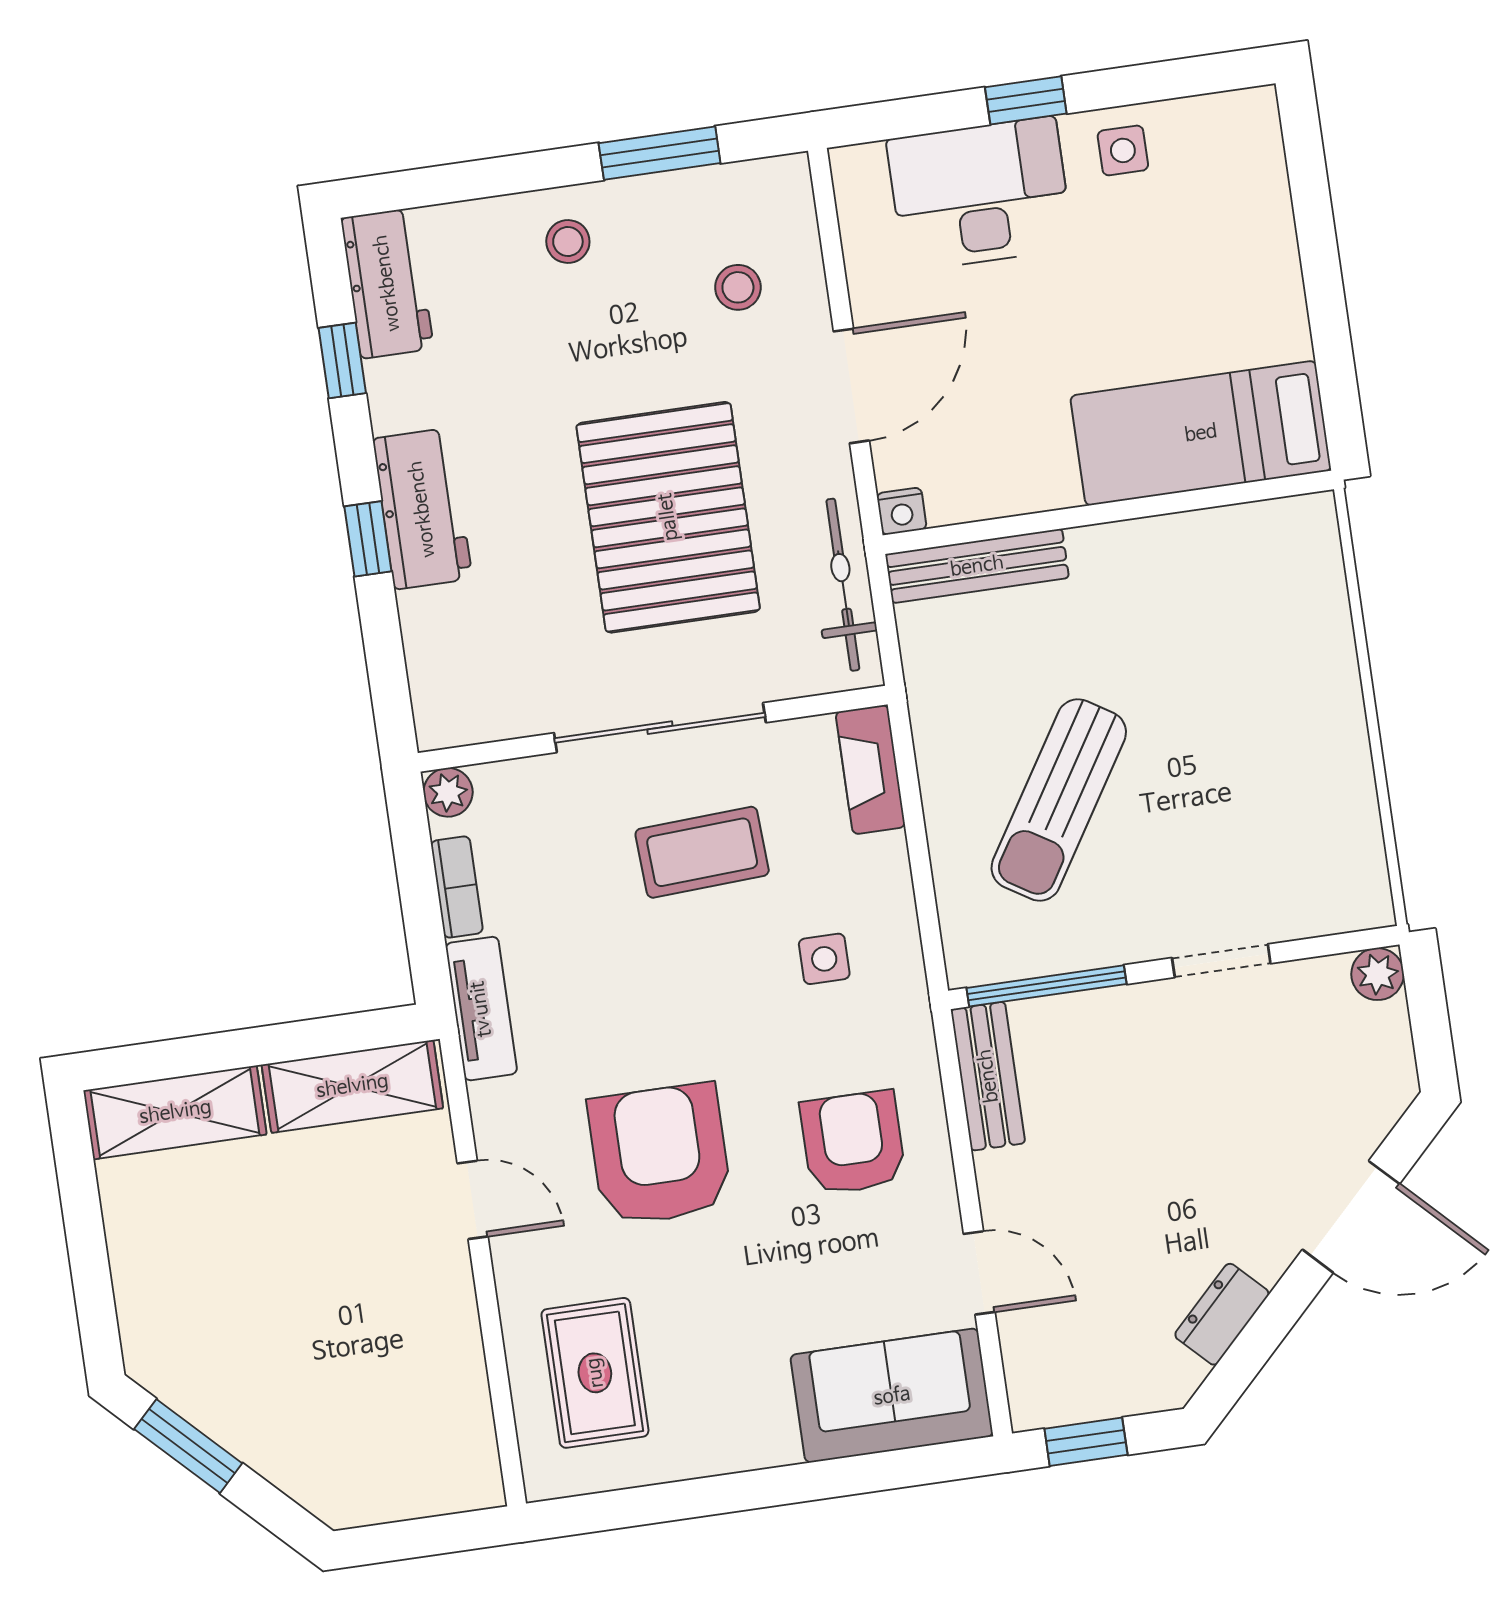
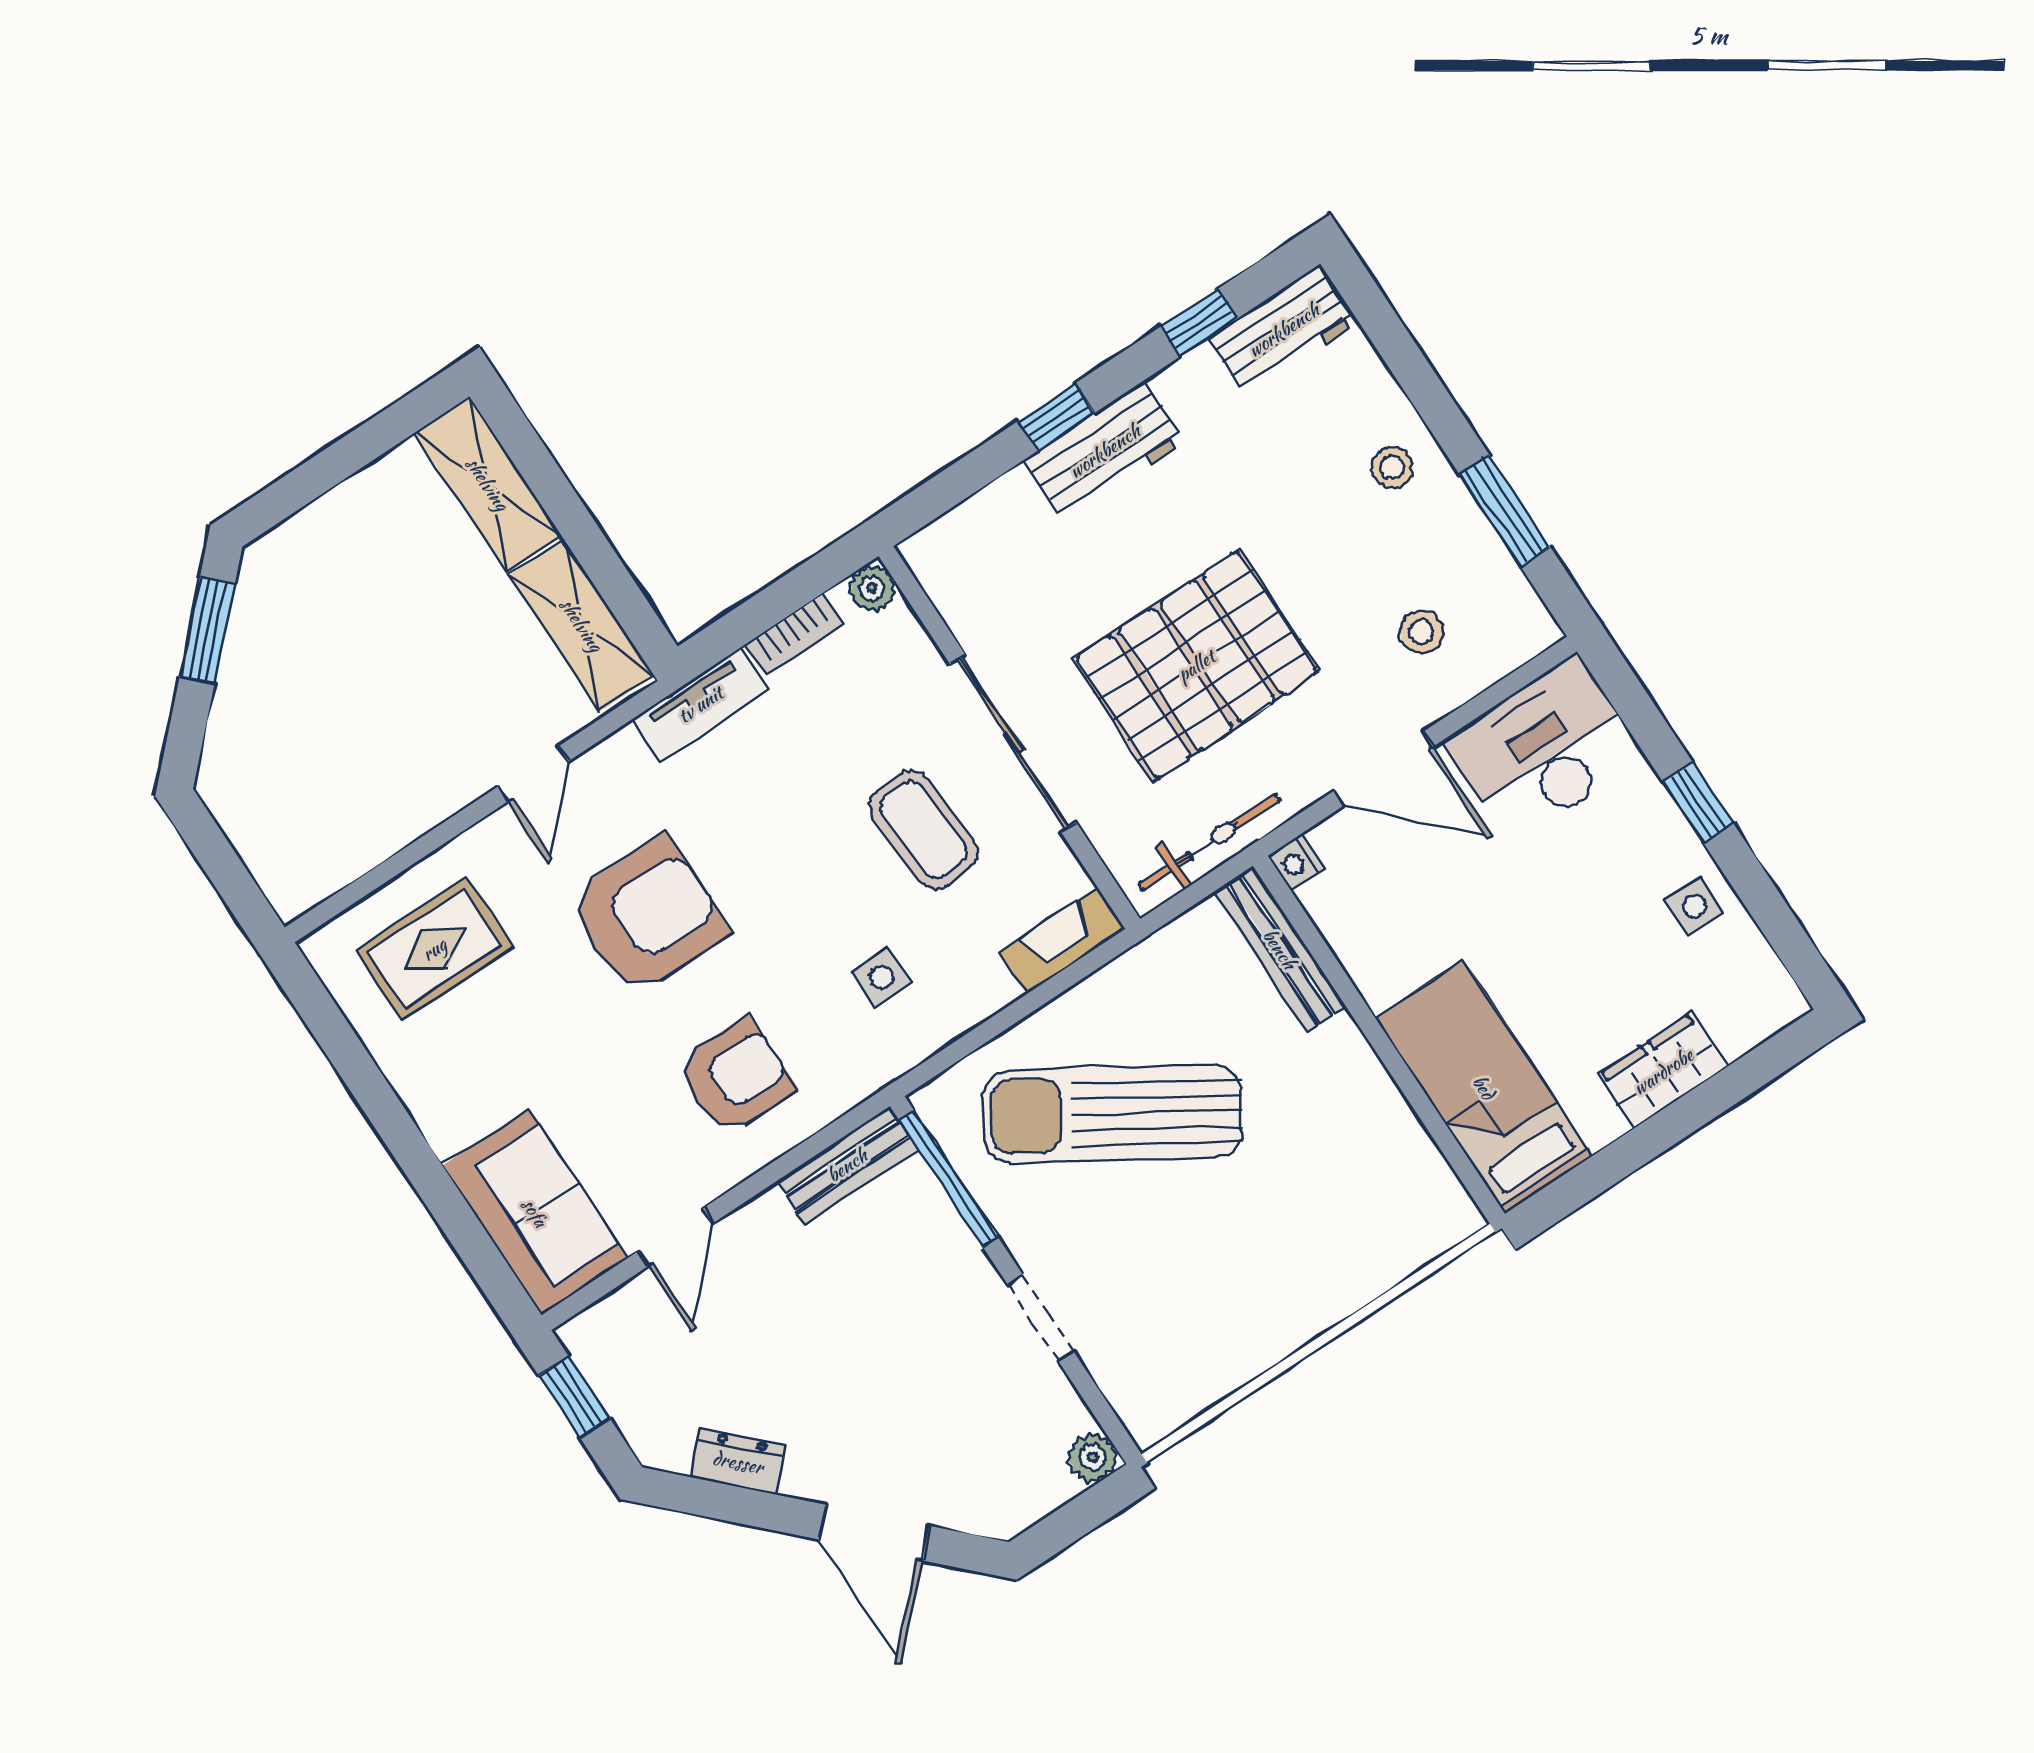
desk: (980, 194) -> (1544, 749), moved, turned -90
wardrobe: (1266, 255) -> (1663, 1071), added
sun lounger: (1059, 800) -> (1113, 1114), width x1.36, depth x1.34

